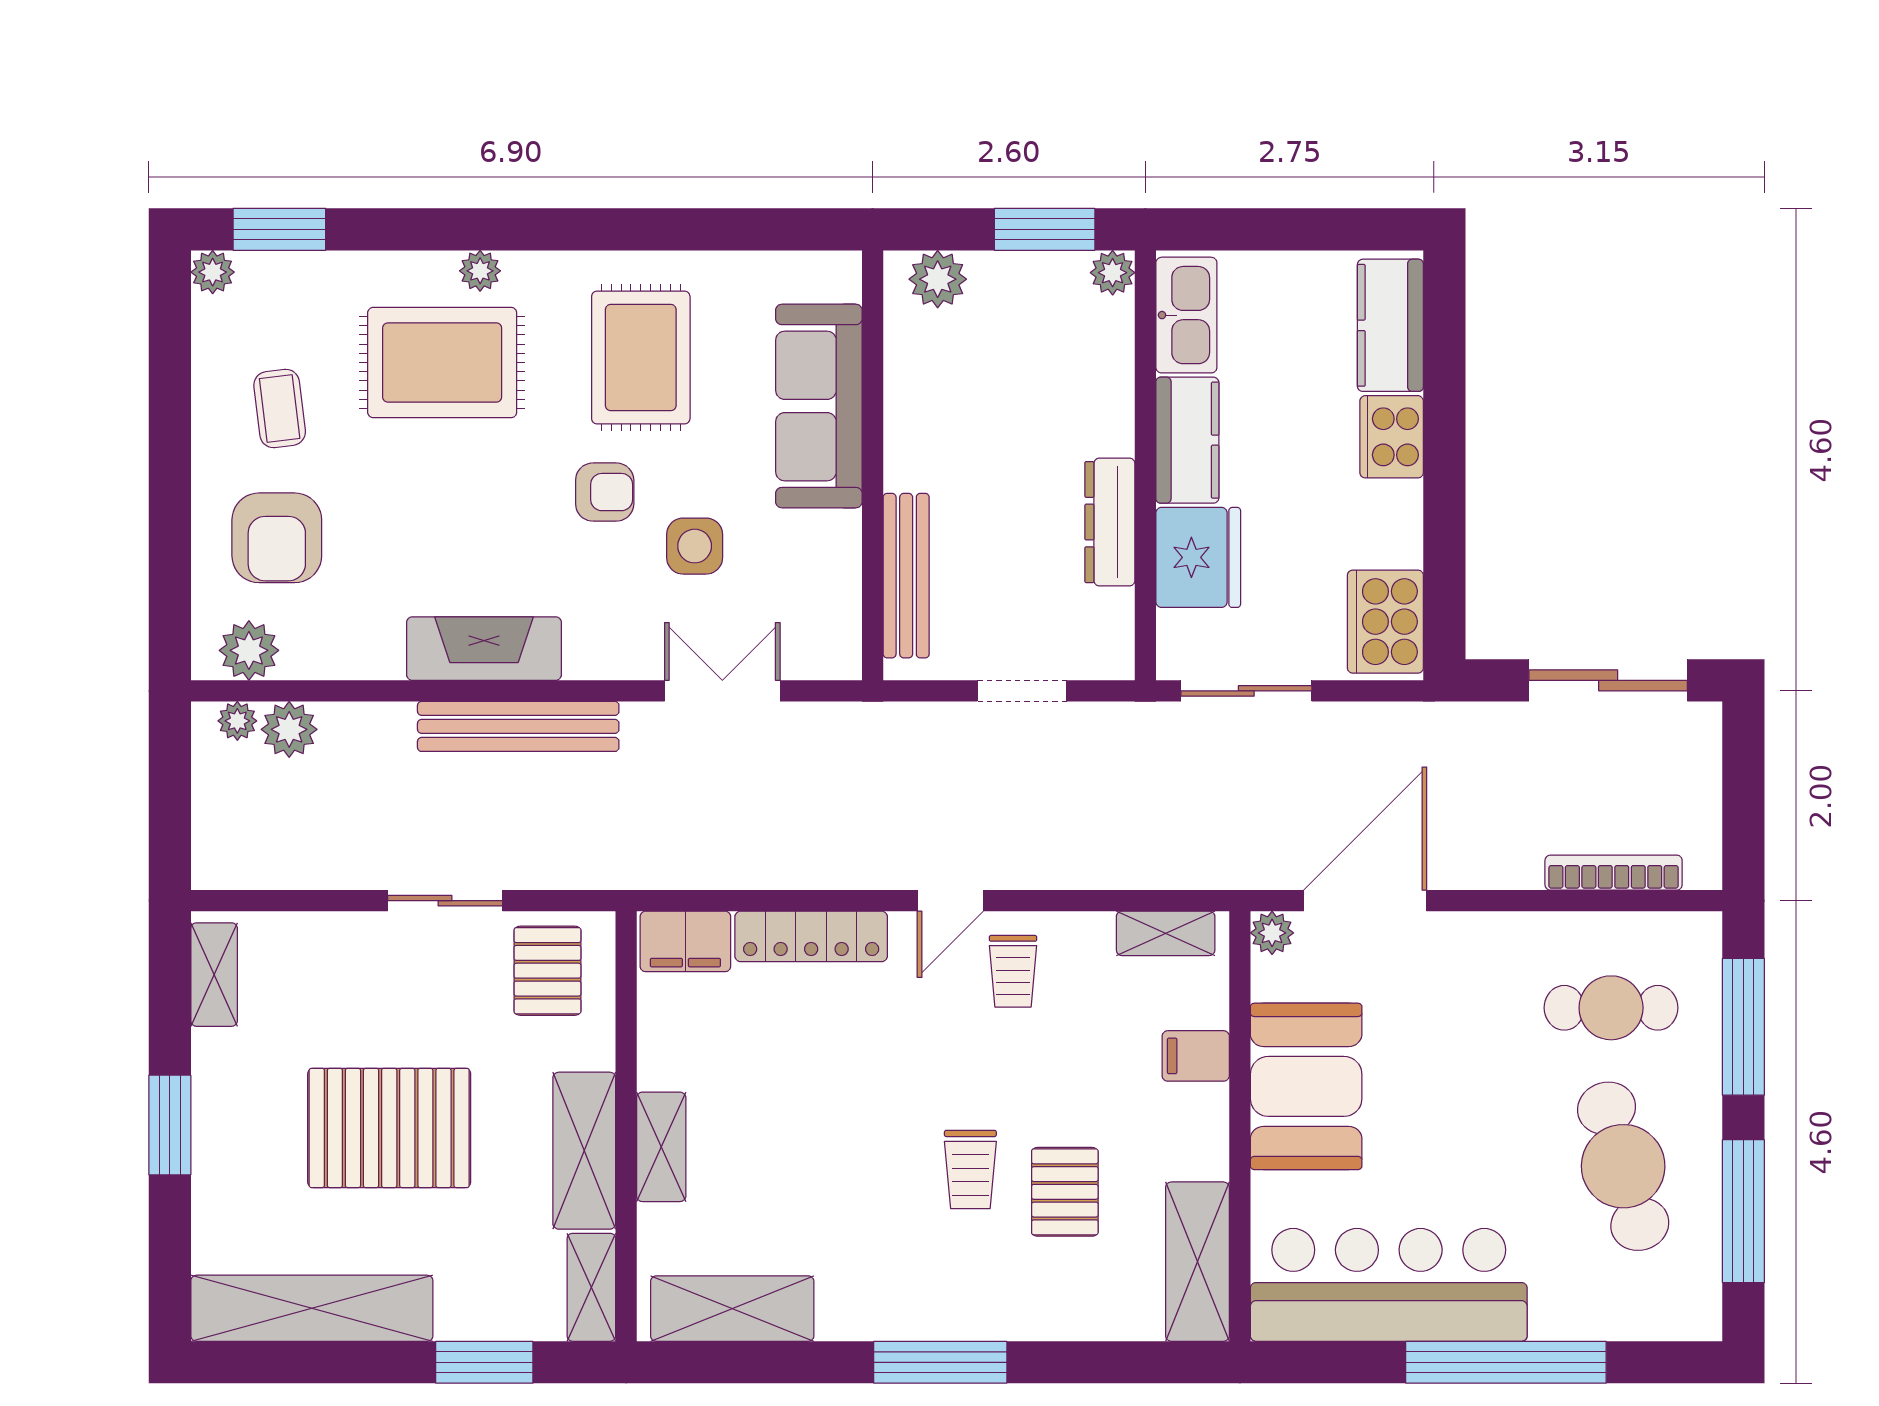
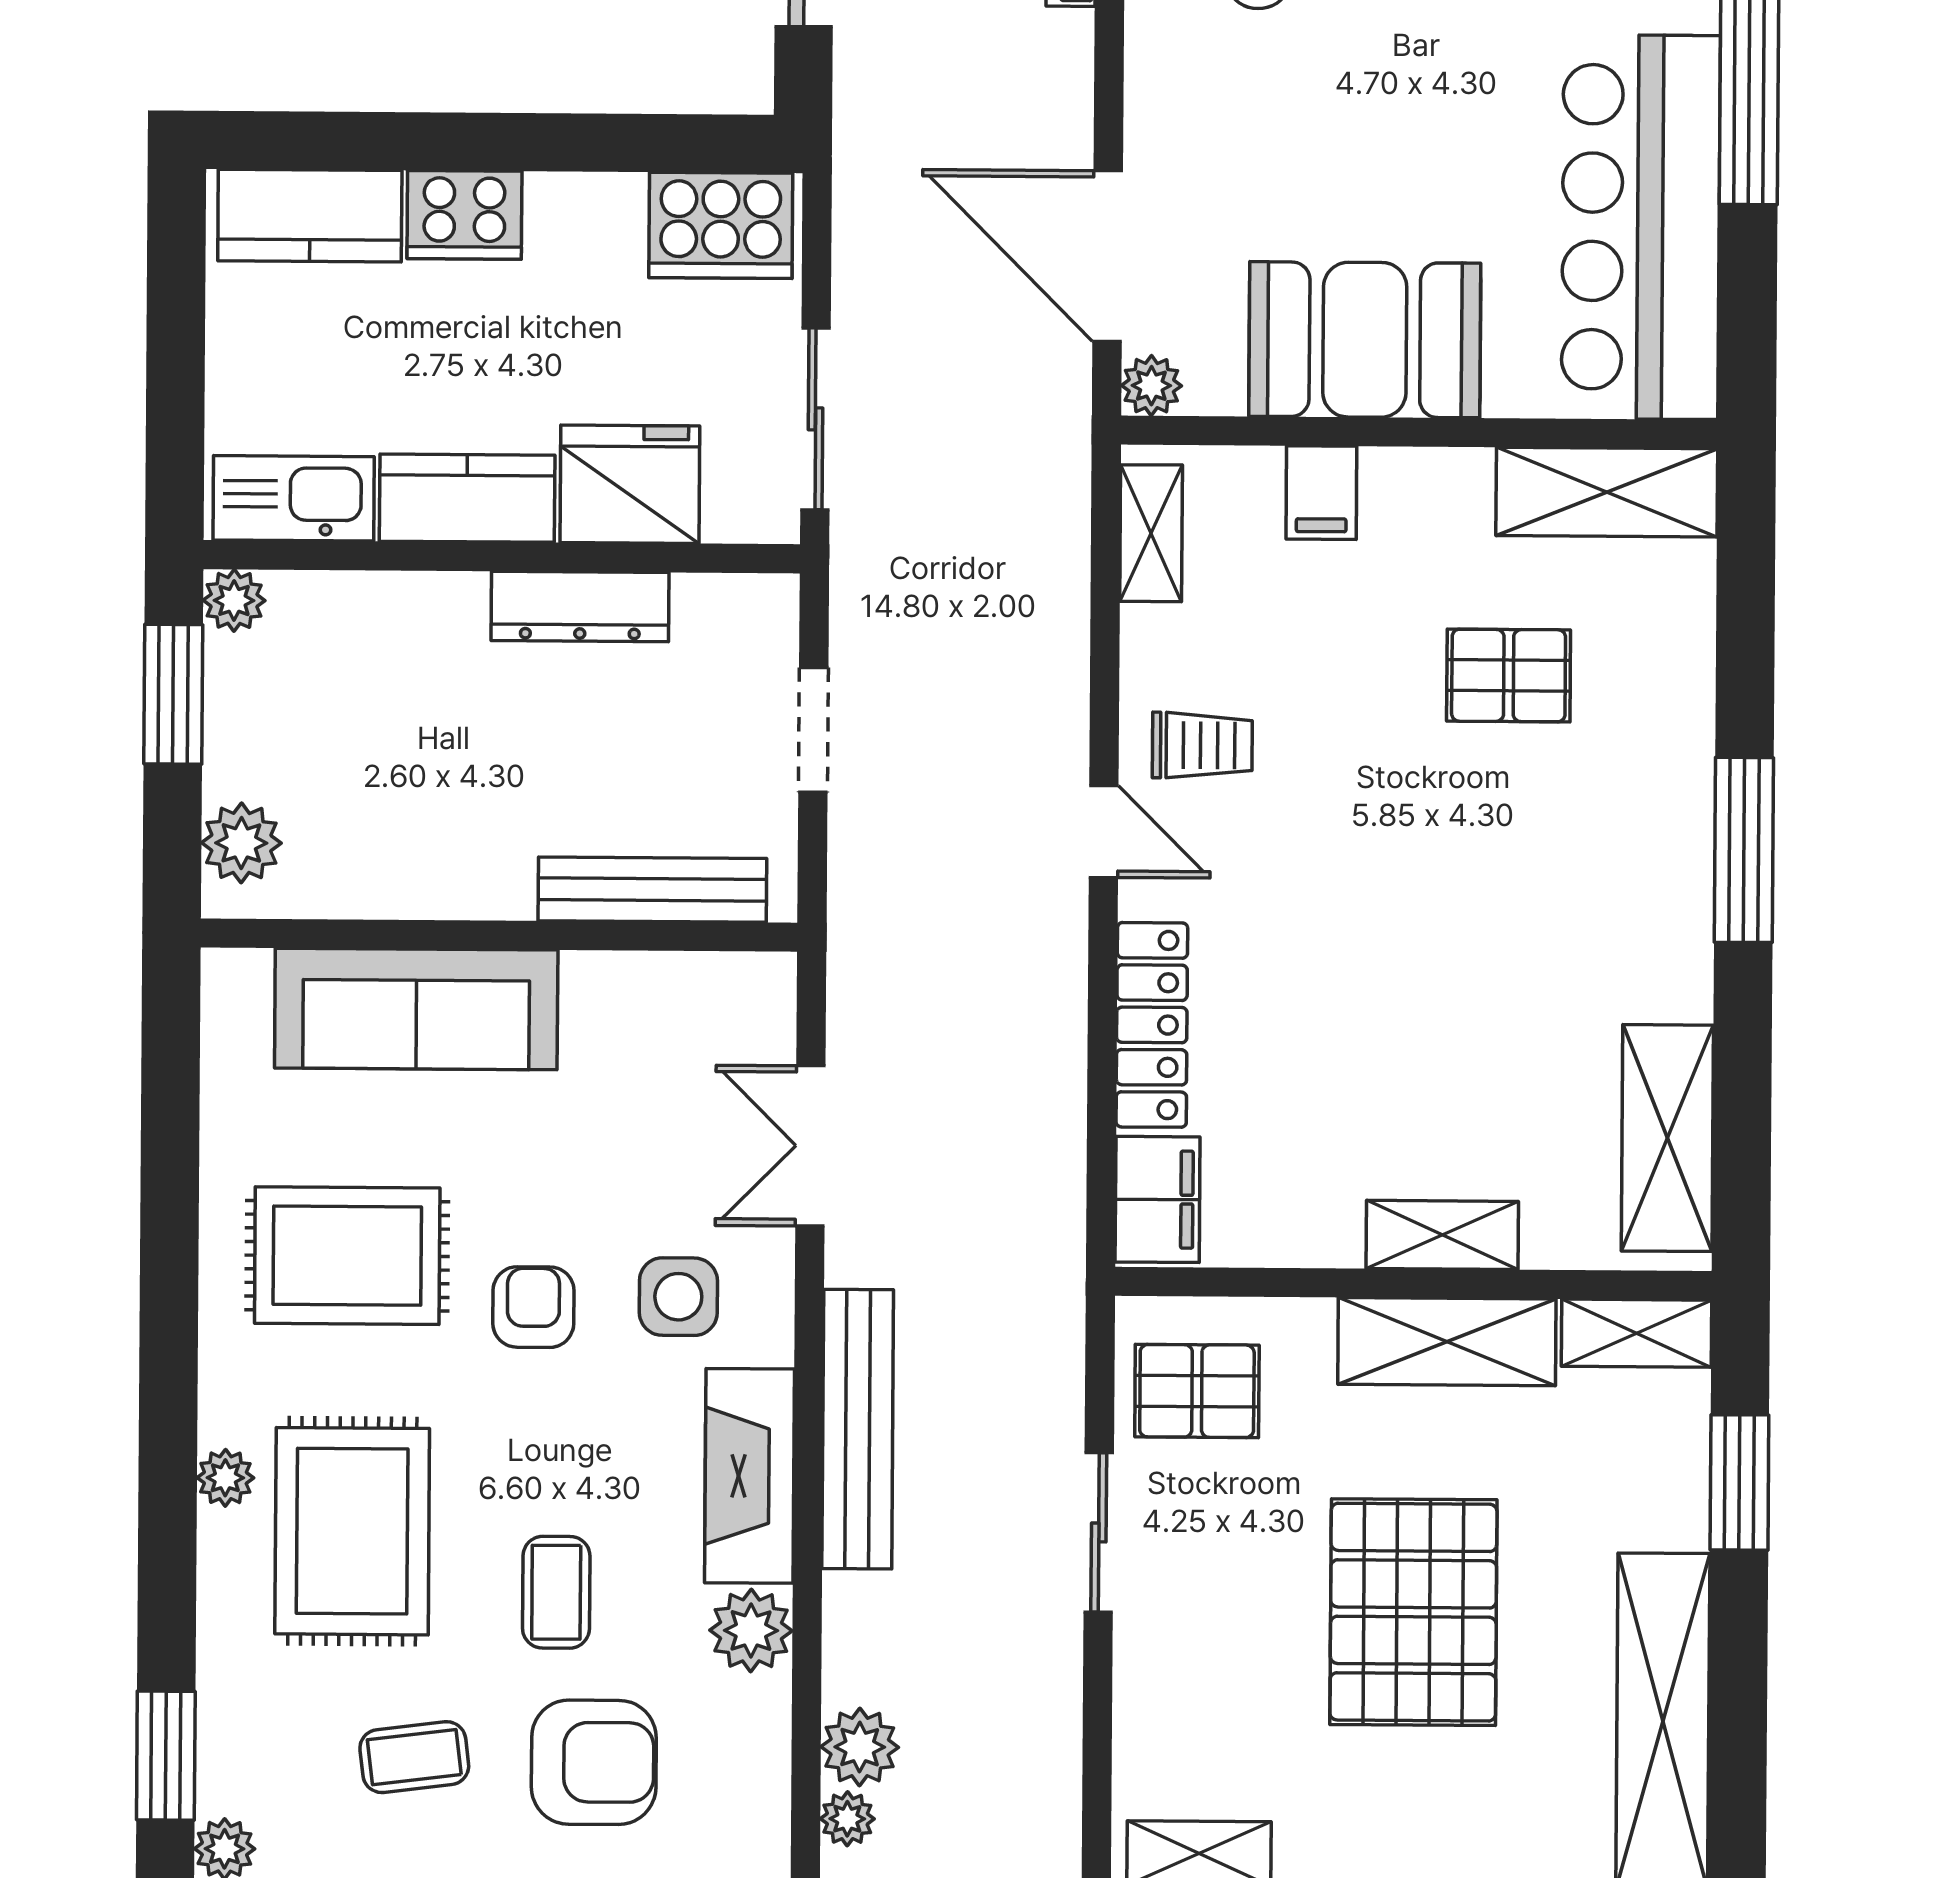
coffee table: (399, 510) -> (556, 1592), added
side table: (695, 546) -> (678, 1297), moved
plant: (249, 650) -> (751, 1630), moved
trolley: (970, 1169) -> (1477, 806), removed

